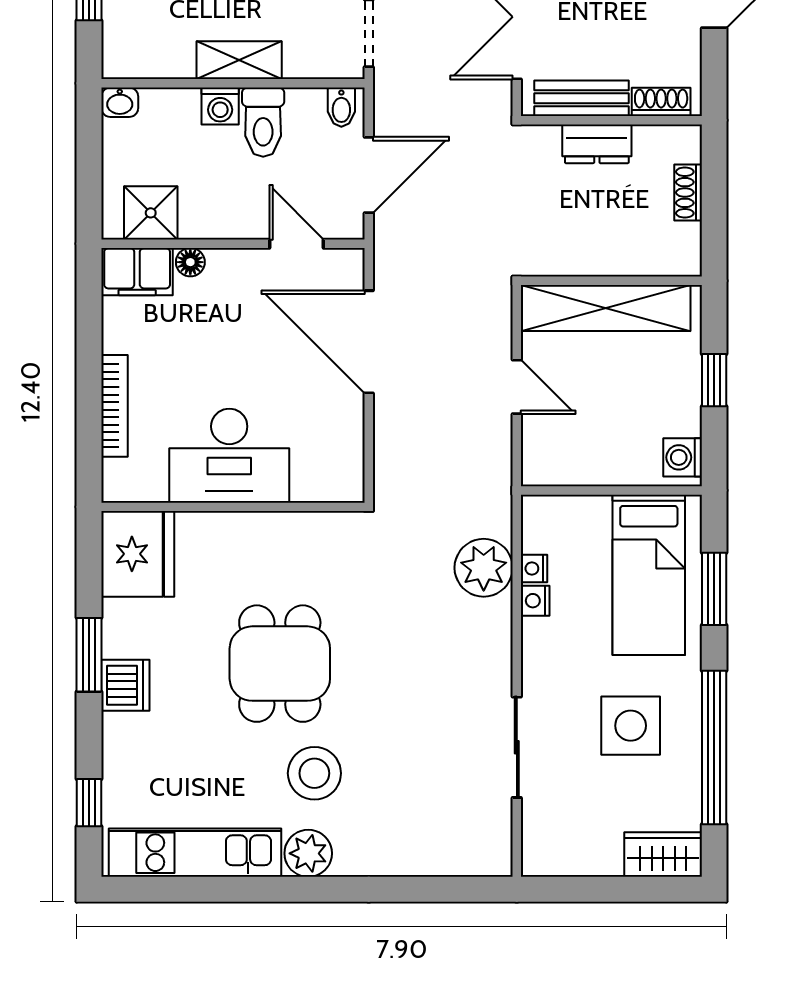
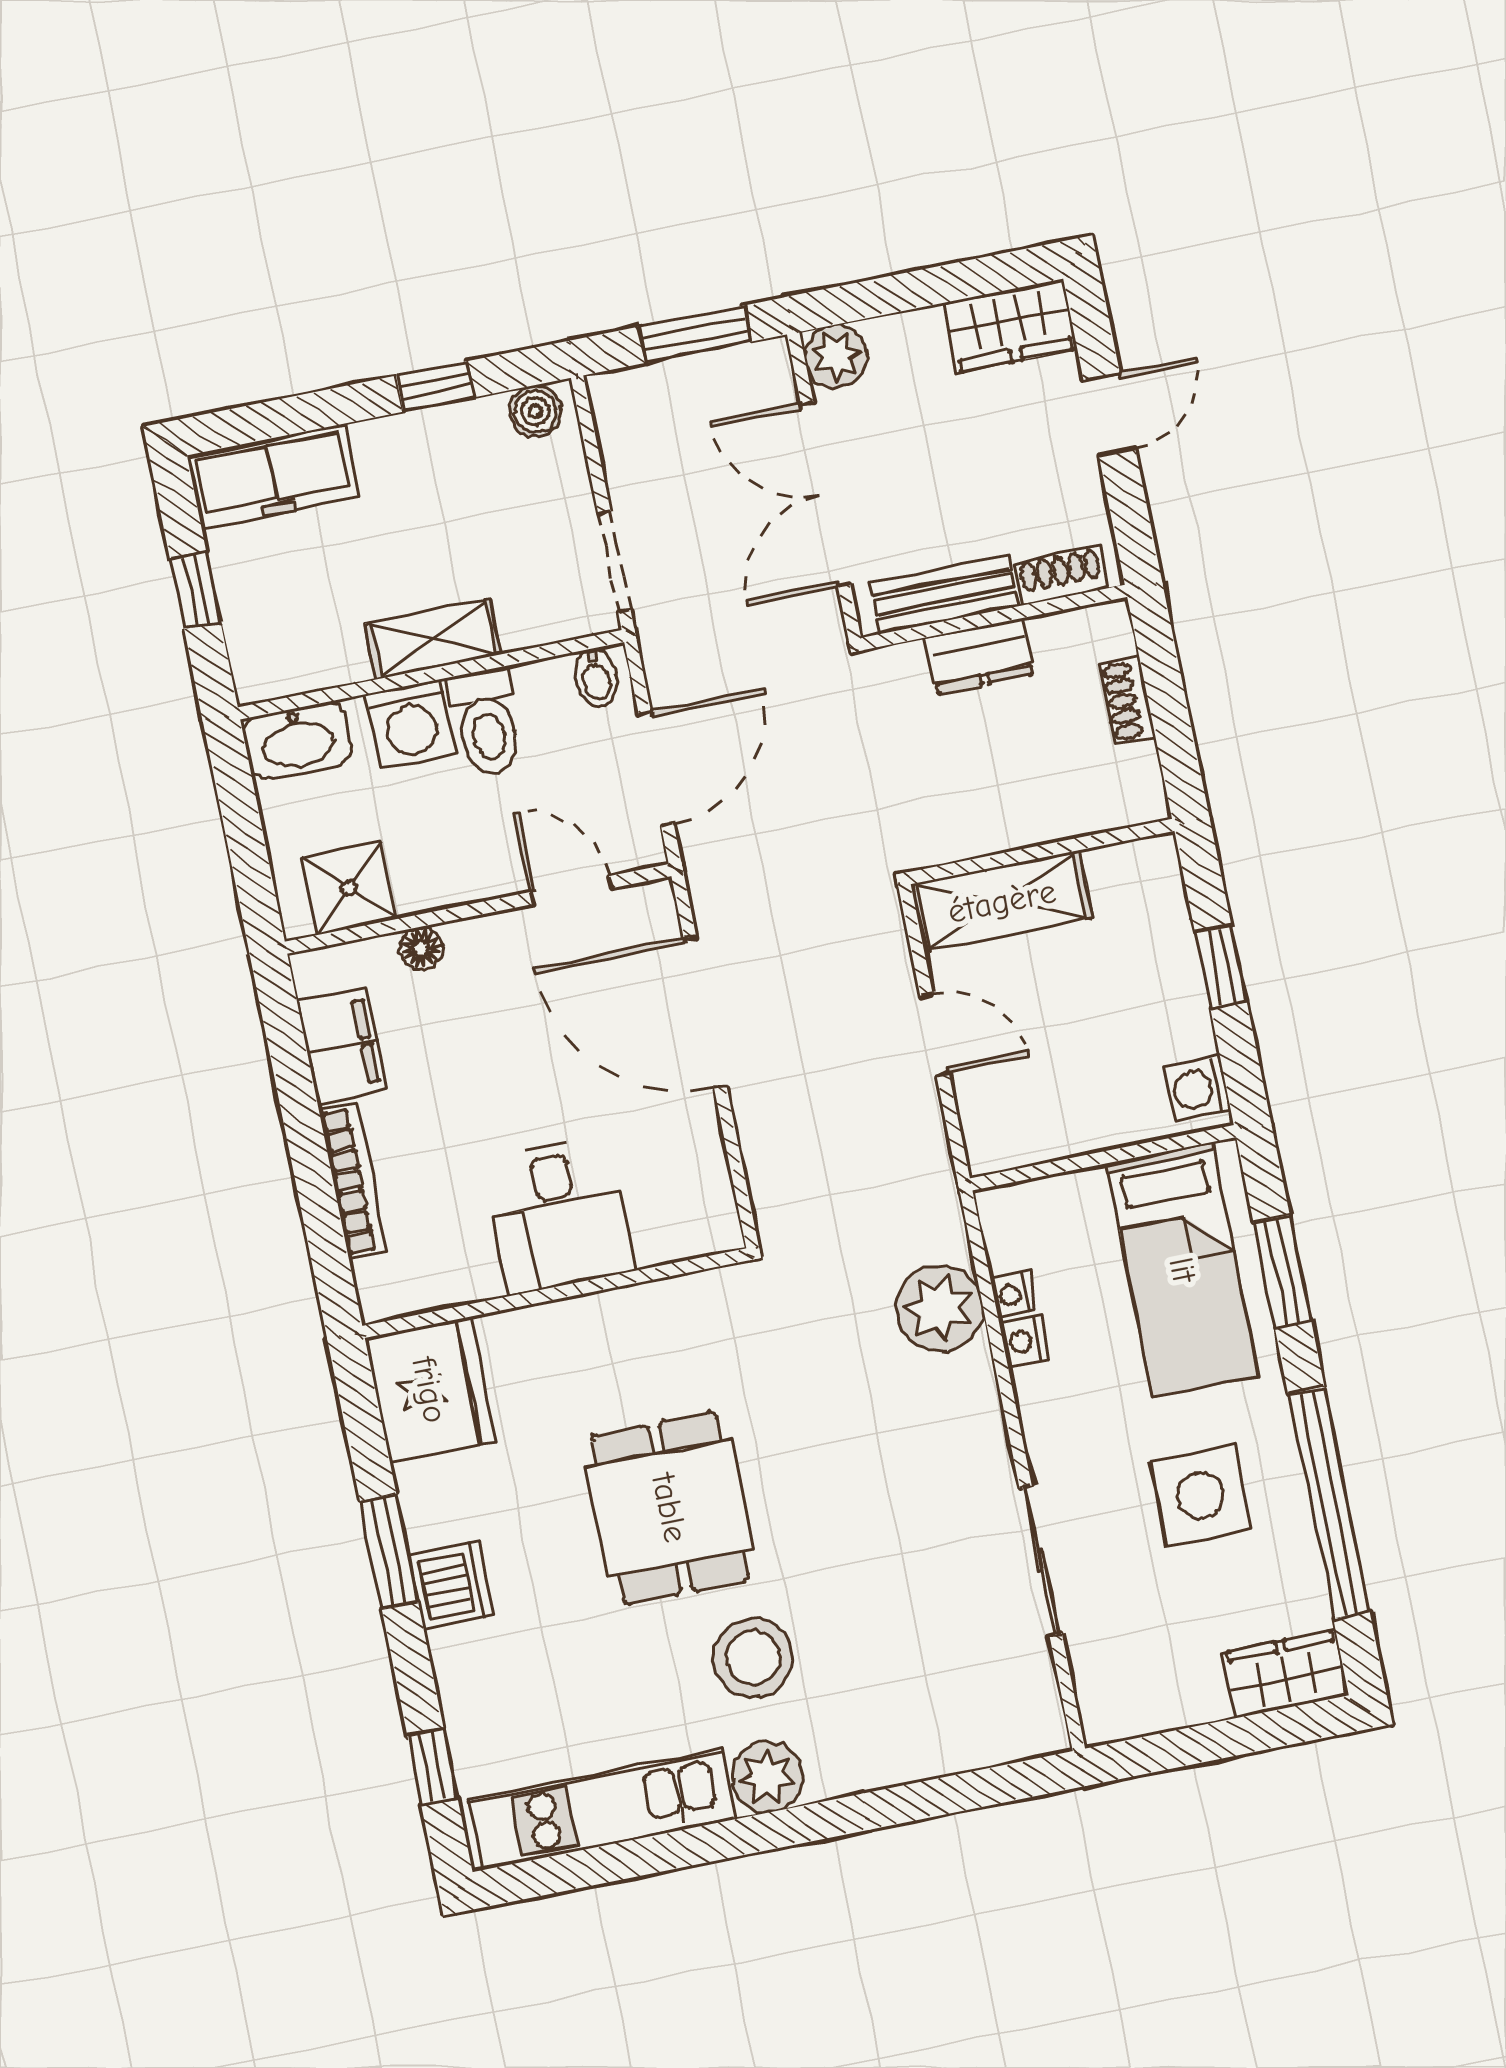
washbasin: (120, 102) -> (298, 740), width x1.91, depth x1.45
washing machine: (220, 106) -> (411, 724), width x1.38, depth x1.38
filing cabinet: (137, 272) -> (342, 1046), moved, turned -90
shelving: (606, 308) -> (1002, 901), width x0.68
desk: (229, 456) -> (559, 1215), width x0.73

